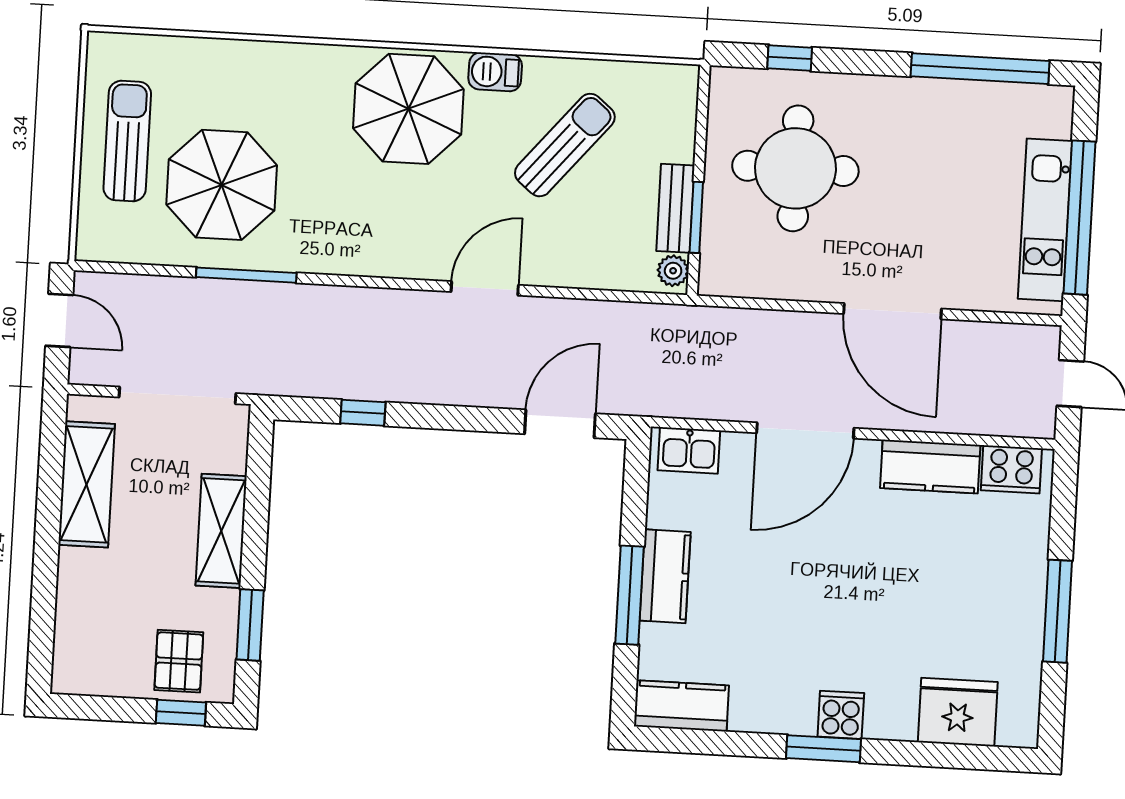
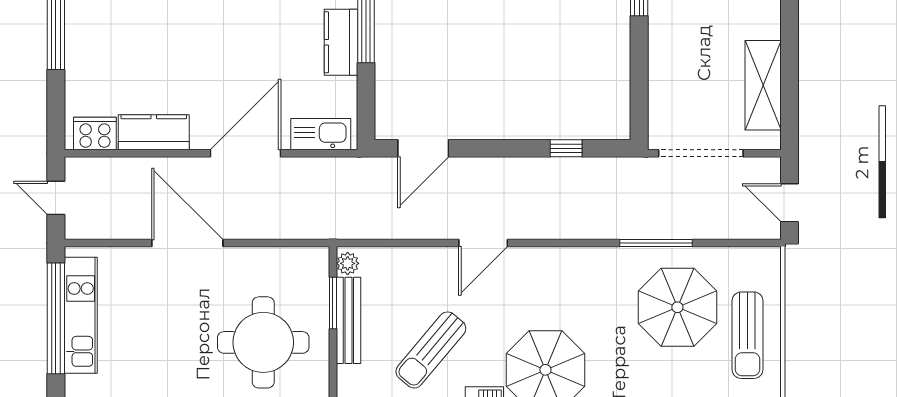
bench: (675, 208) -> (348, 320), width x1.36
kitchen sink: (689, 450) -> (321, 134), width x1.38
shelving: (221, 531) -> (664, 57), removed

